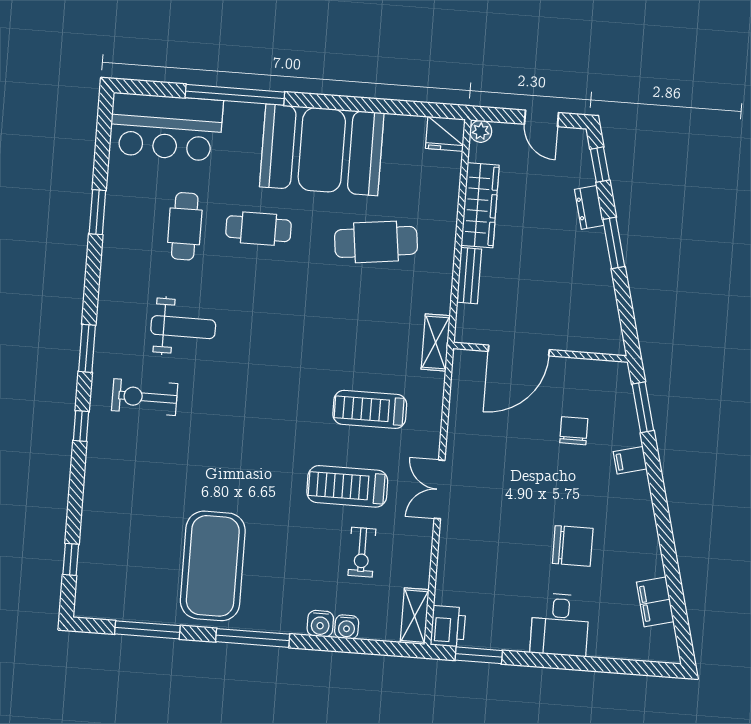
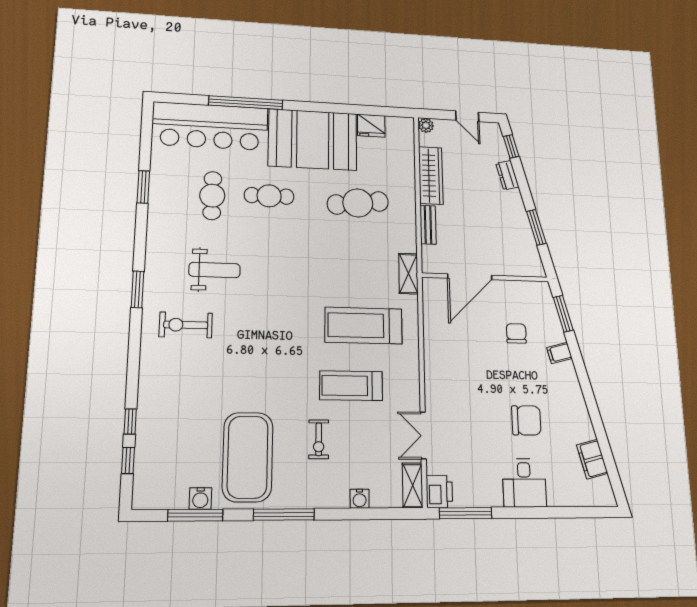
bar counter: (166, 127) -> (210, 126), width x1.36
fridge: (445, 134) -> (371, 126), moved
window: (614, 243) -> (536, 227), moved
treadmill: (370, 409) -> (364, 325), width x1.37, depth x1.38
window: (81, 426) -> (130, 421), moved
double door: (440, 489) -> (423, 436), moved
exercise bike: (362, 552) -> (319, 439), moved
water cooler: (320, 624) -> (200, 498), moved
window: (479, 655) -> (465, 513), width x1.44

